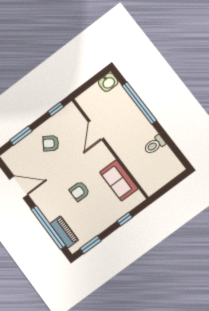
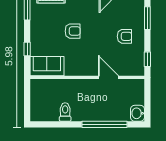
armchair: (51, 143) -> (124, 36), turned 57
sofa: (119, 180) -> (47, 66), moved
armchair: (79, 191) -> (73, 31), turned 90

